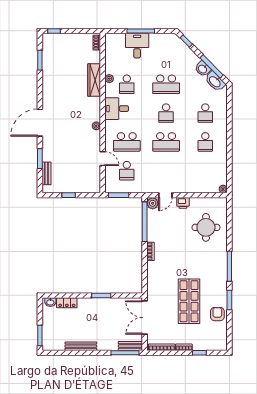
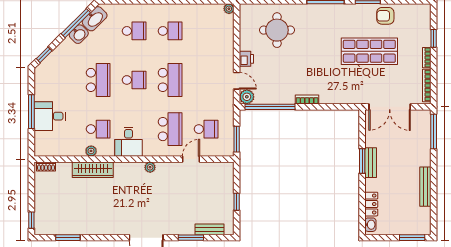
bench: (130, 346) -> (371, 163), moved

